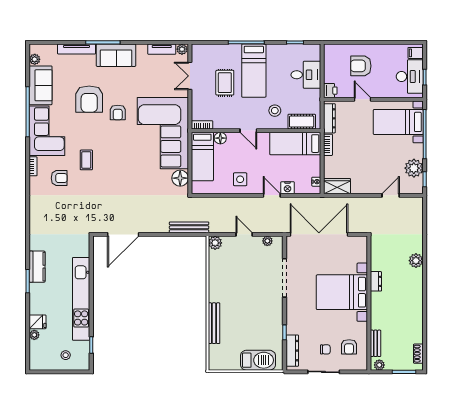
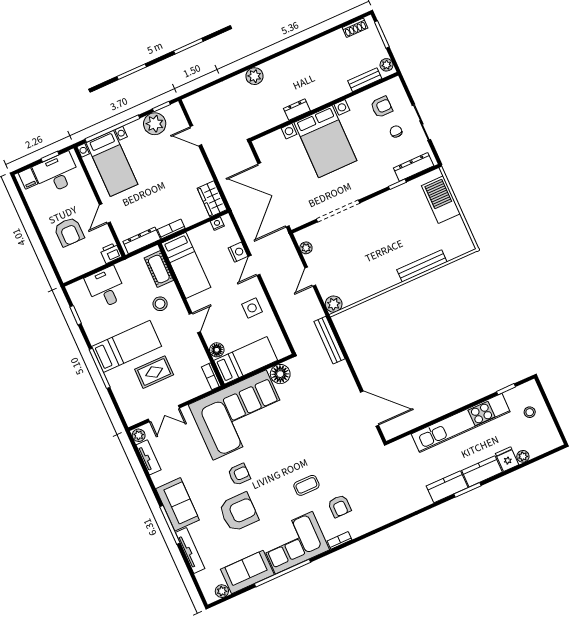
armchair: (59, 178) -> (339, 506), turned 180
kitchen counter: (37, 299) -> (482, 471), added

